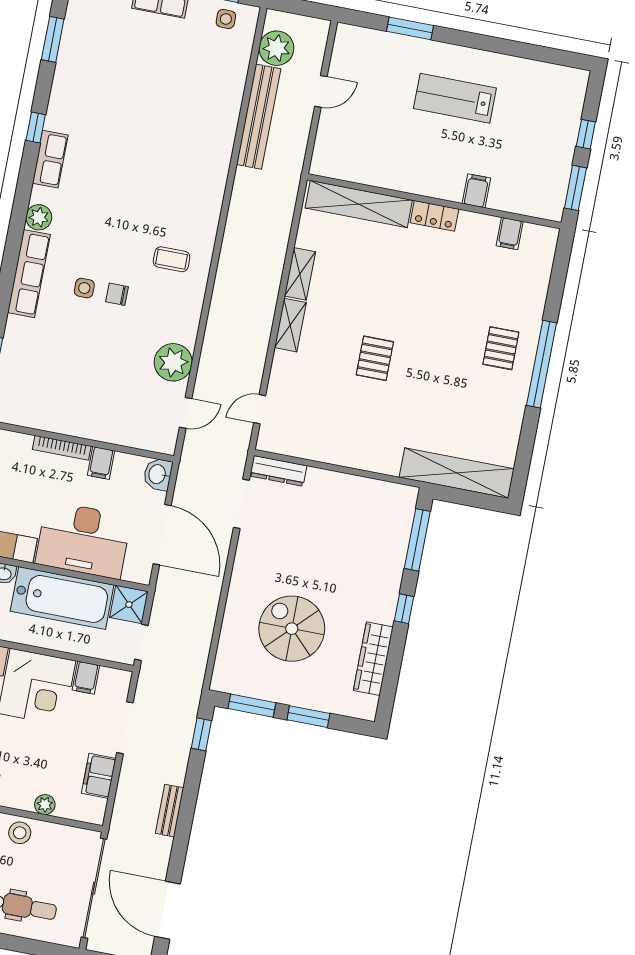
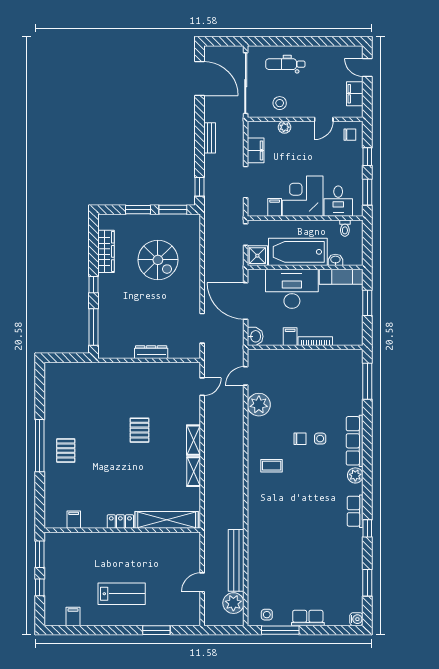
filing cabinet: (476, 191) -> (73, 616), moved, turned 180
dresser: (278, 471) -> (151, 352), moved
shelving: (457, 473) -> (78, 371), removed
stool: (20, 833) -> (280, 103), moved

